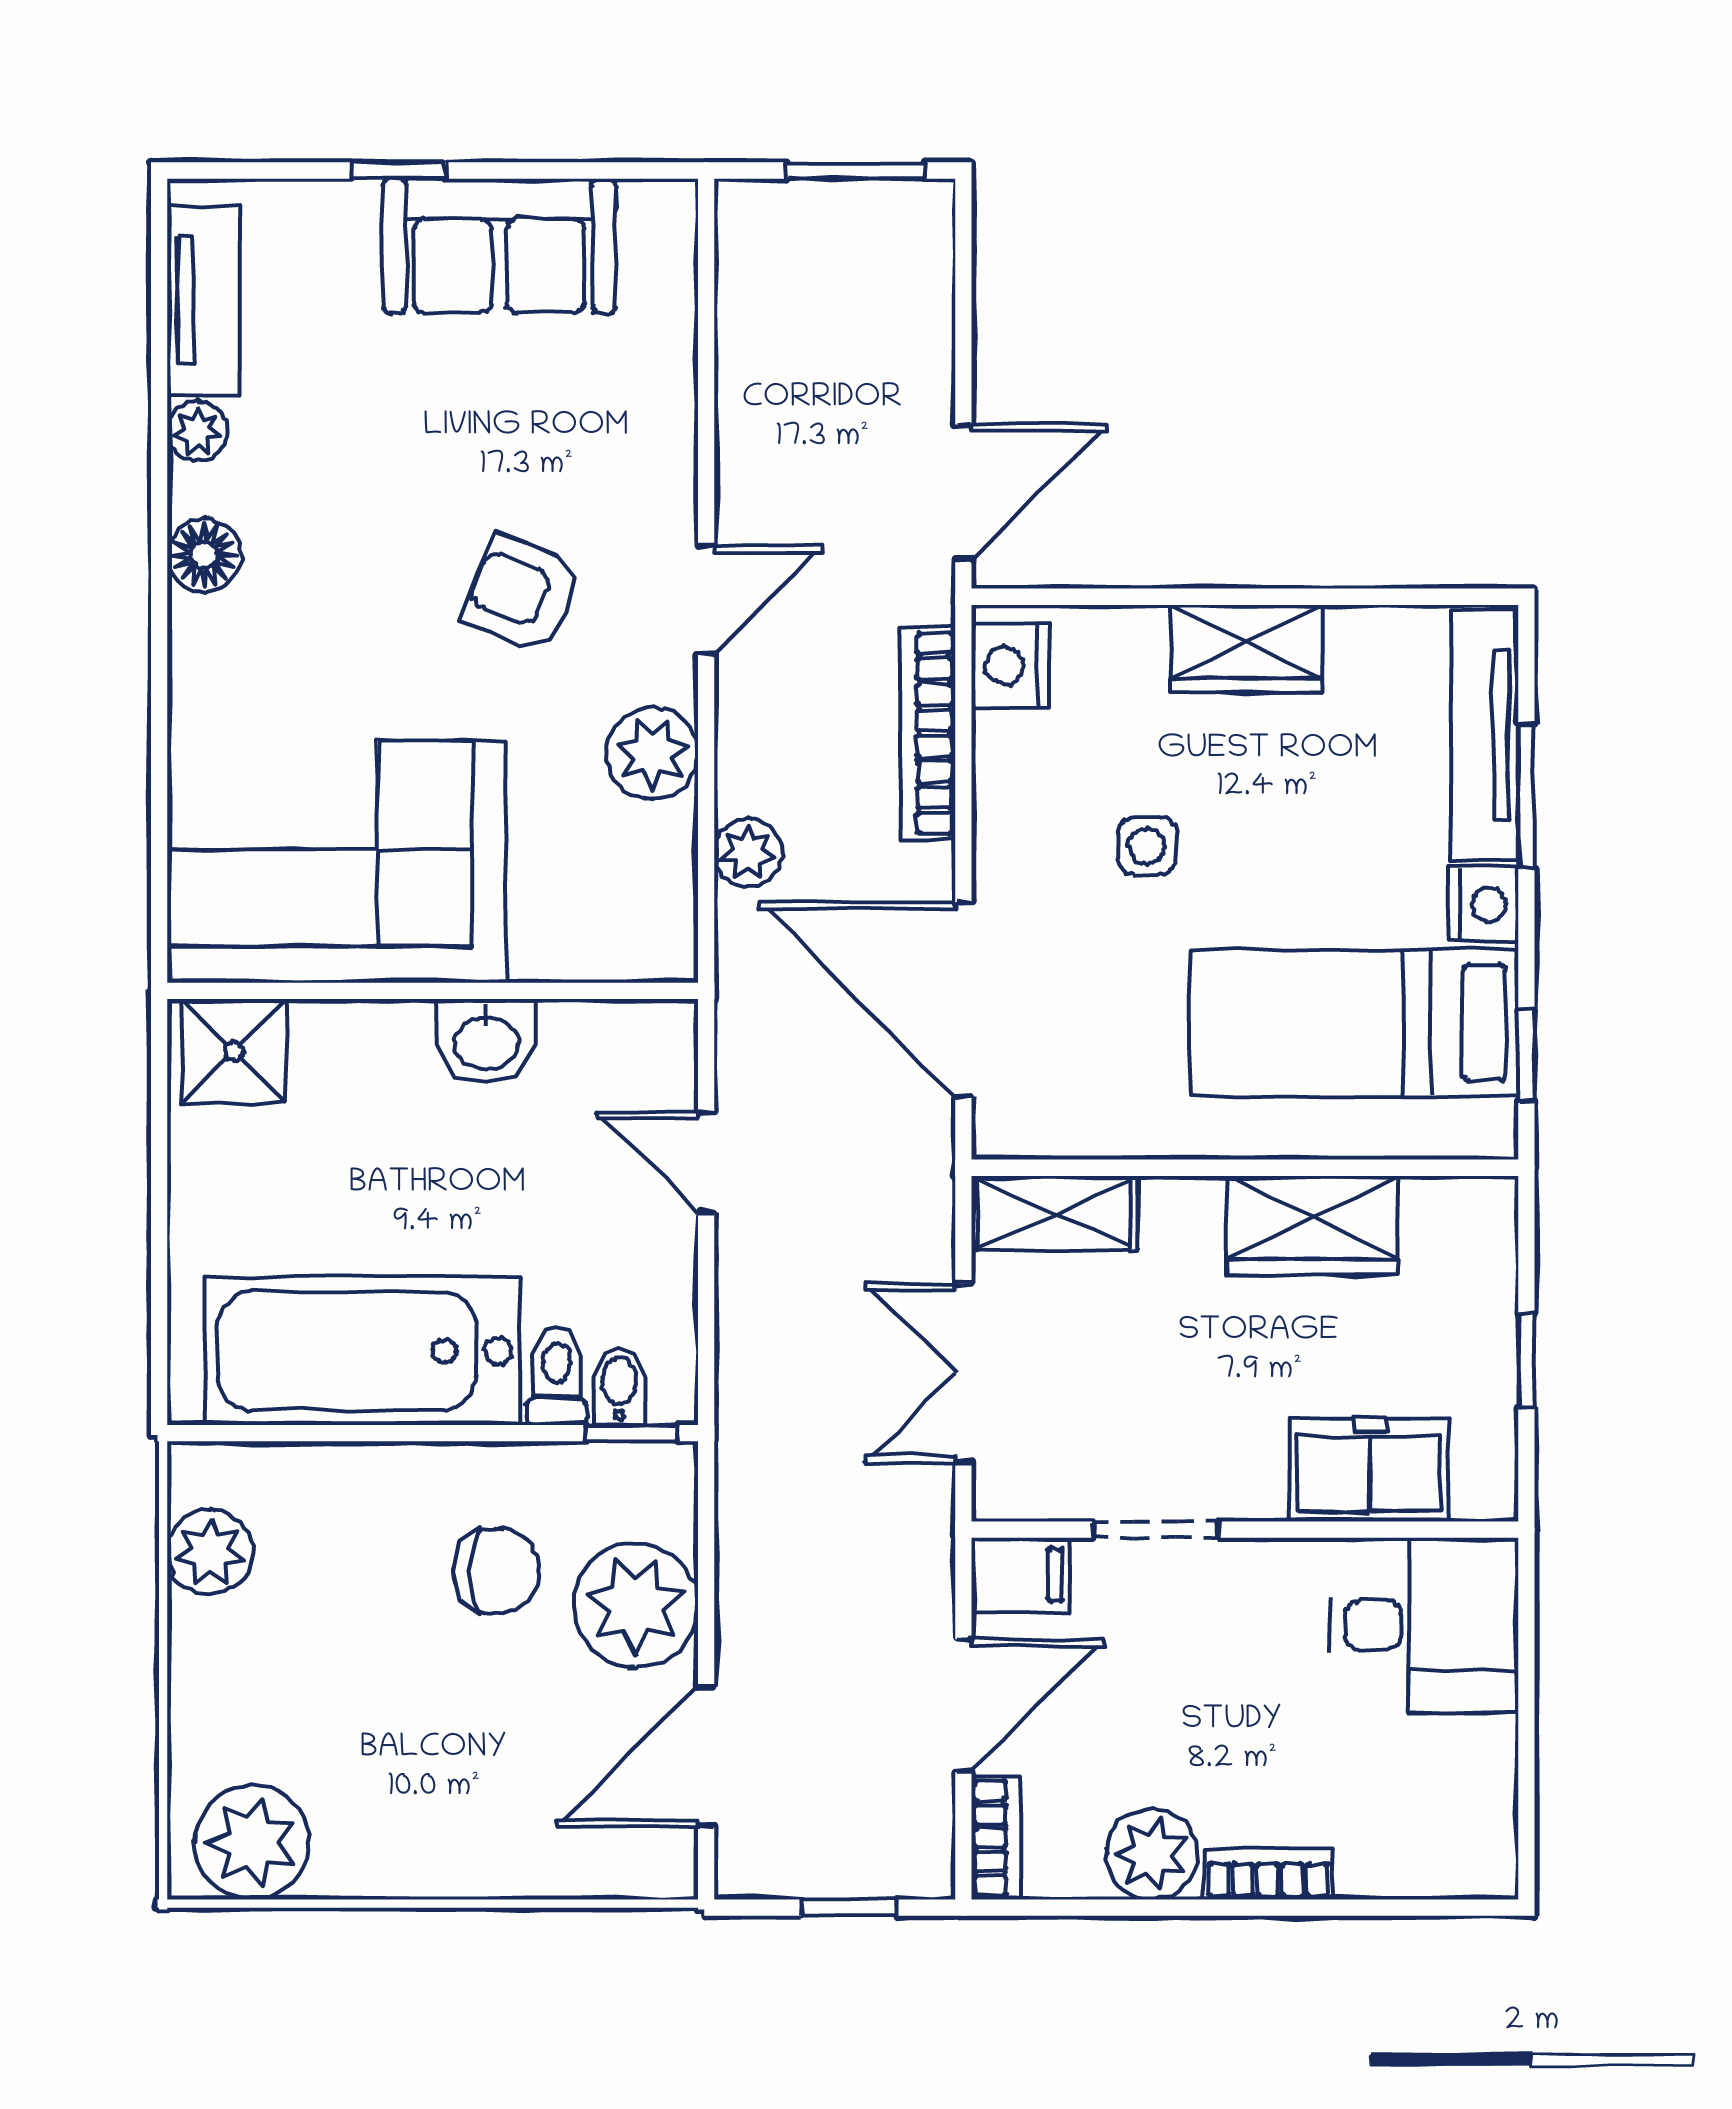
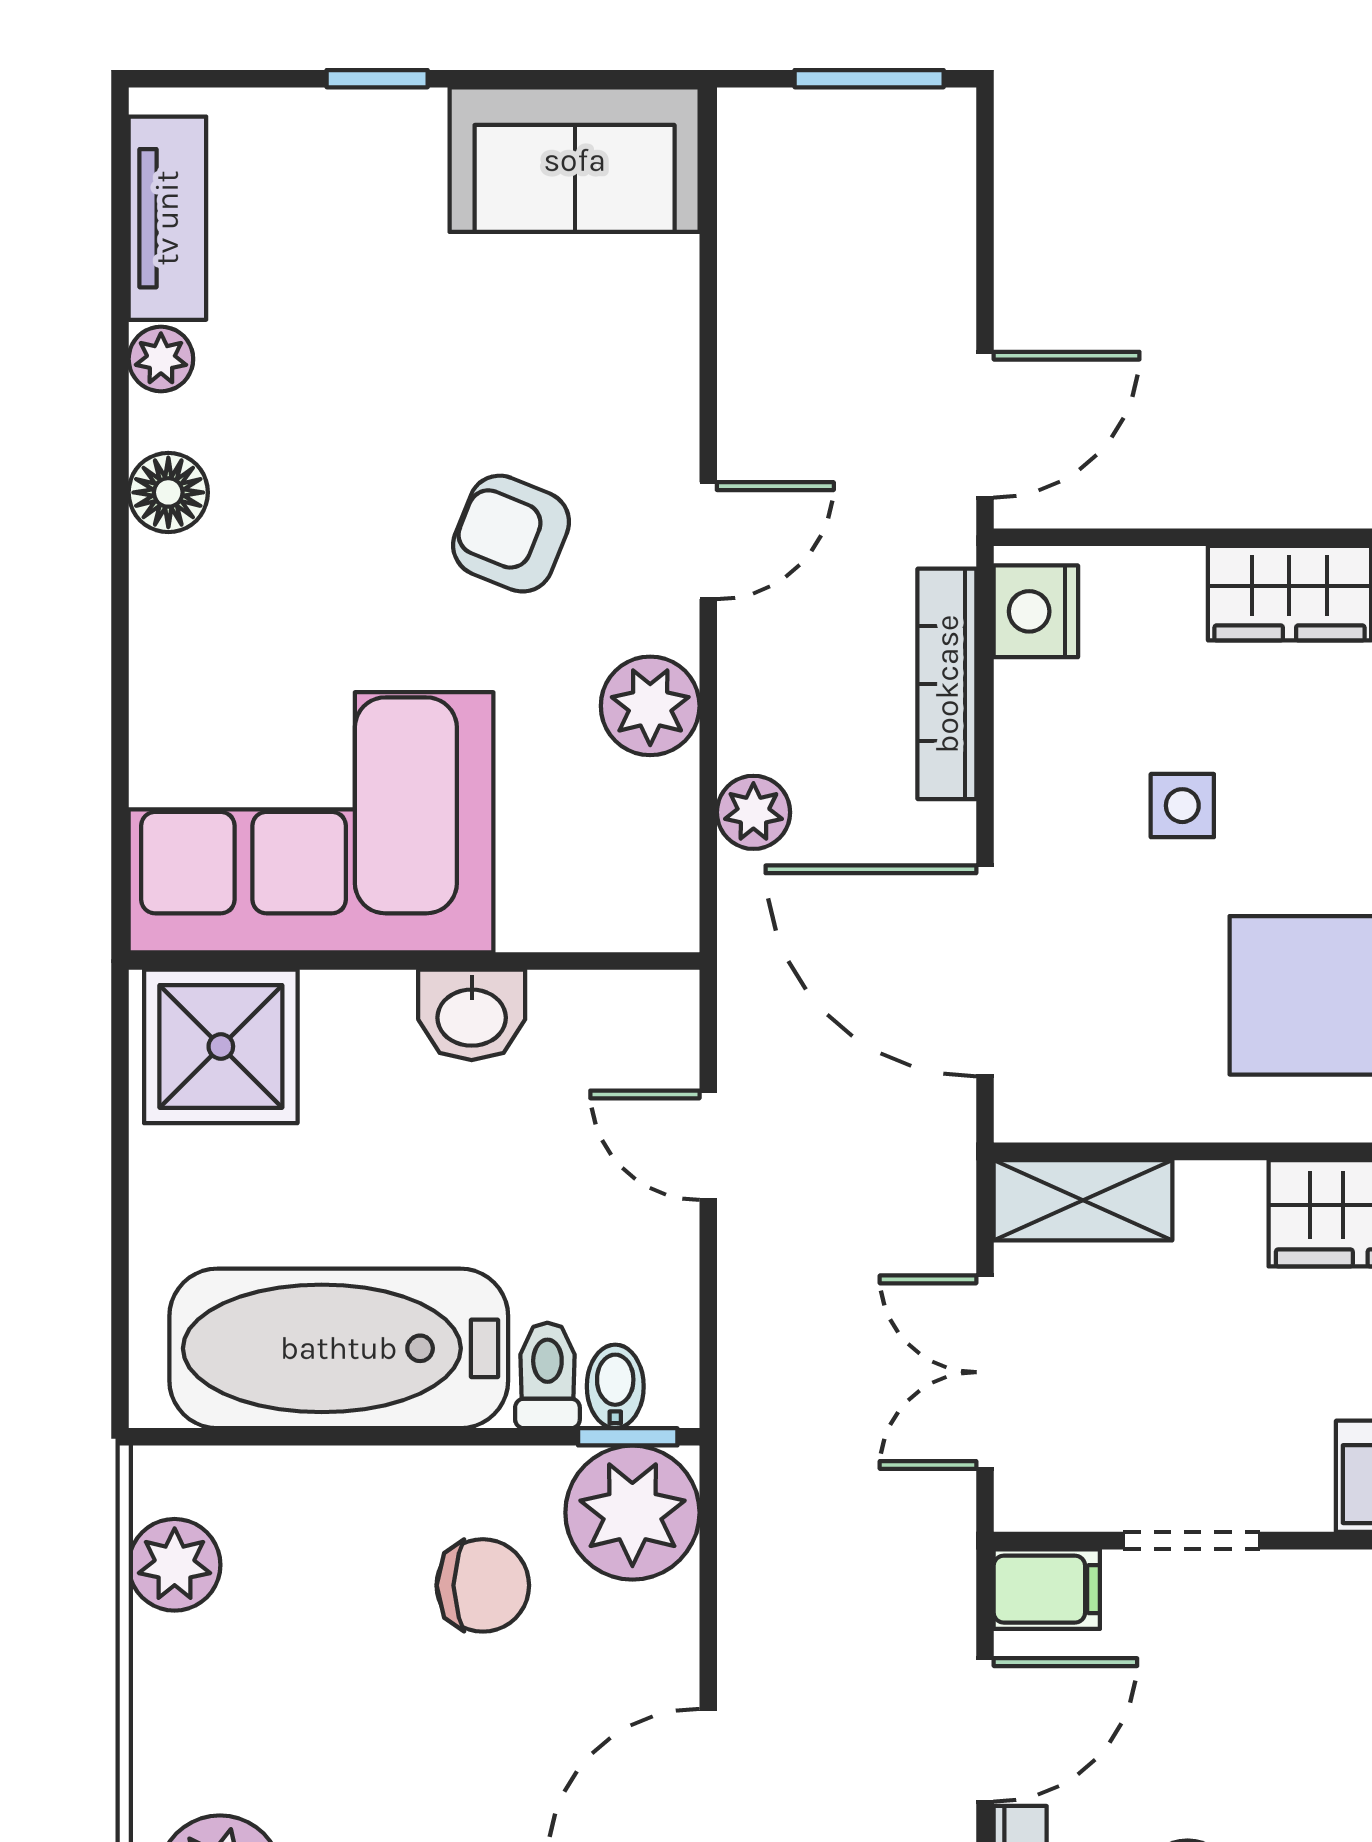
sofa: (499, 246) -> (575, 160), moved
shower: (234, 1051) -> (221, 1046), width x1.36, depth x1.36
plant: (636, 1605) -> (632, 1513), moved

